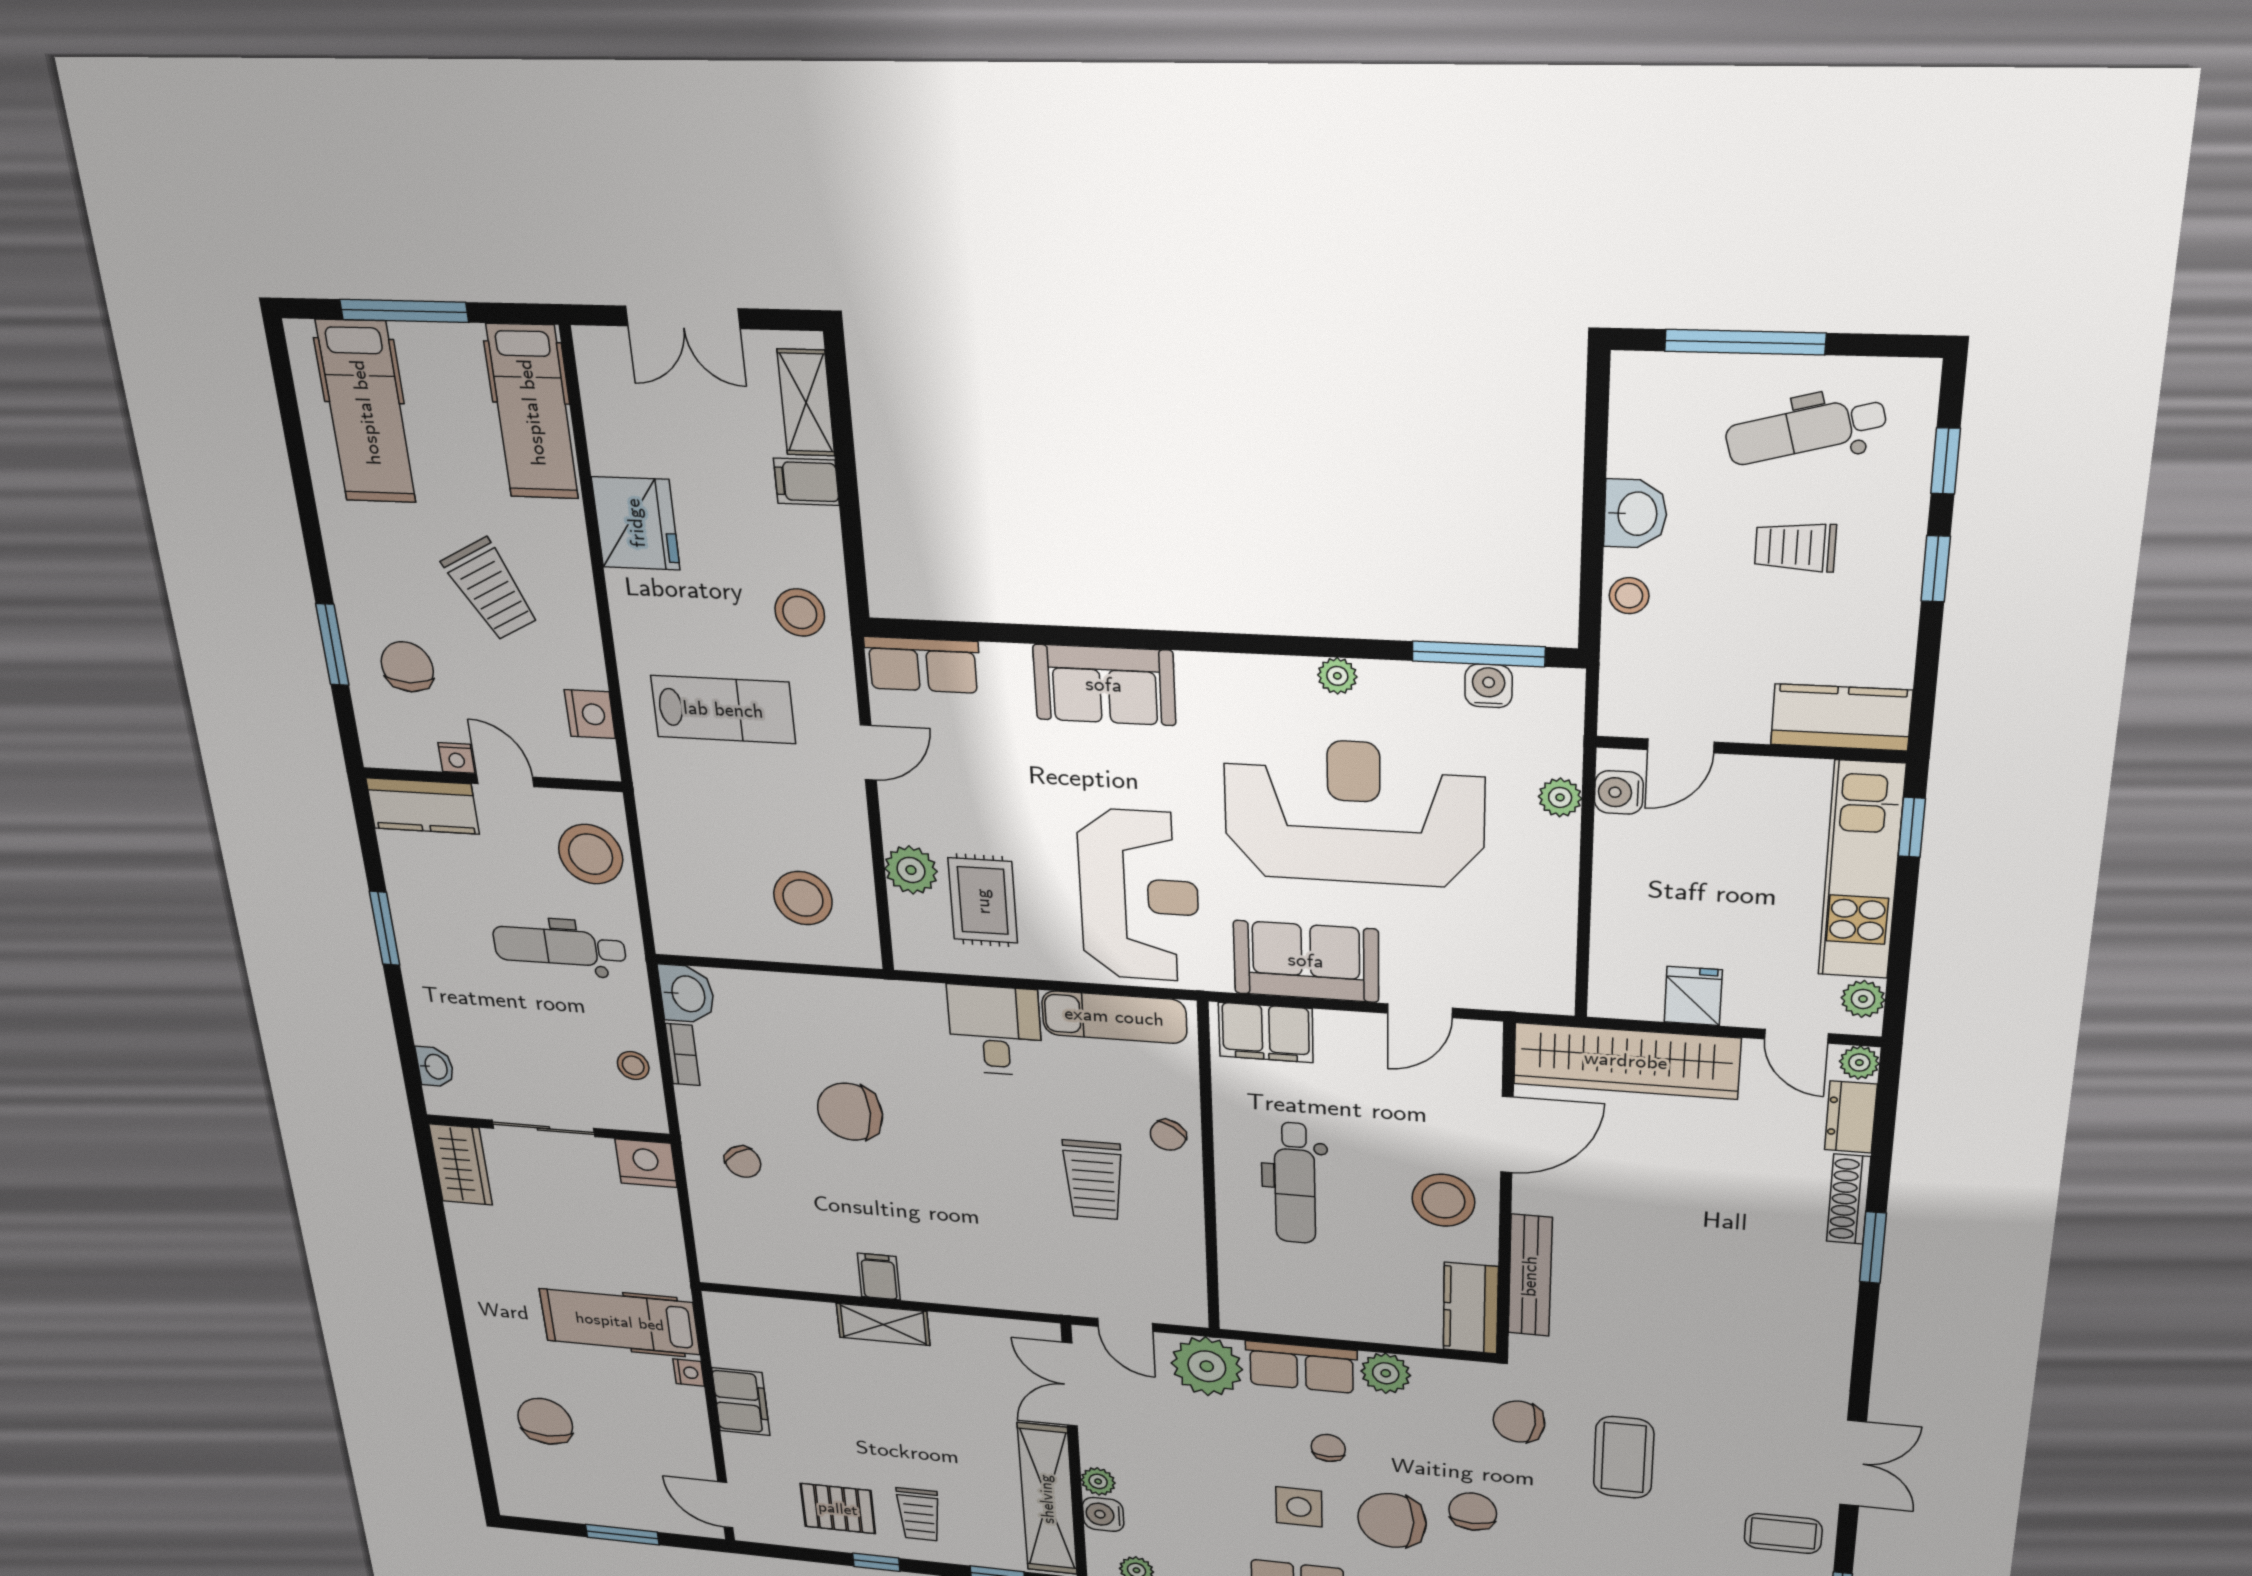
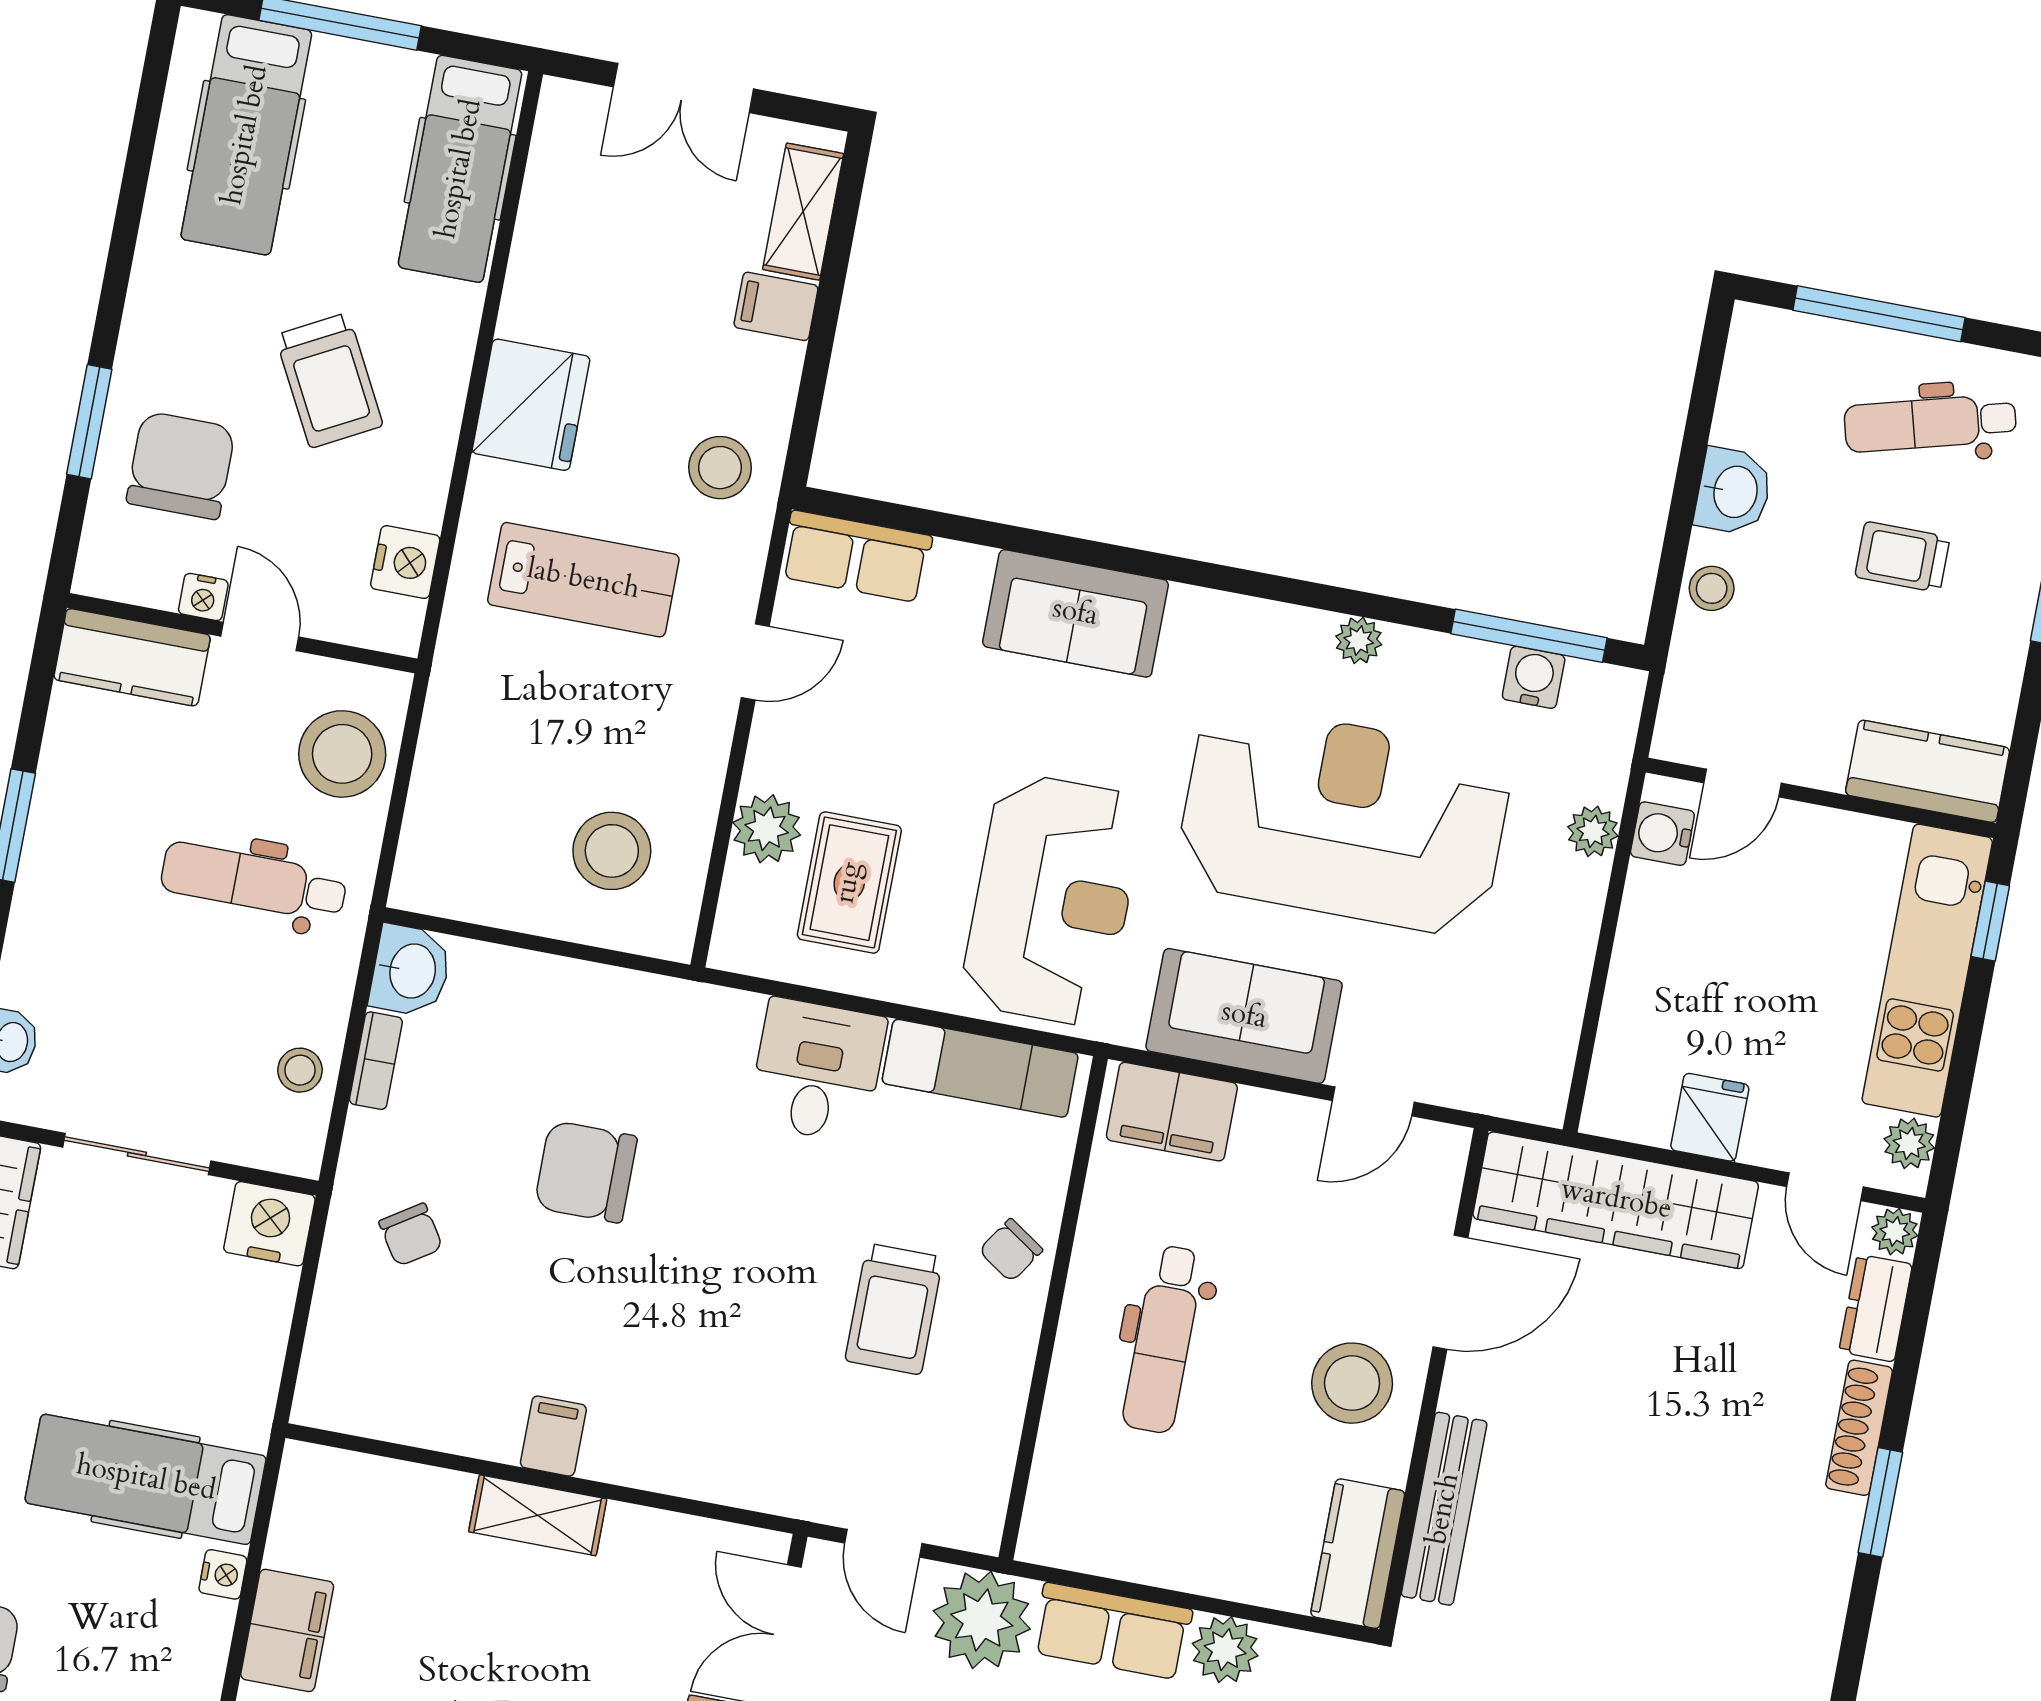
fridge: (636, 523) -> (531, 405), moved
chair: (407, 667) -> (181, 465), width x1.37, depth x1.37

